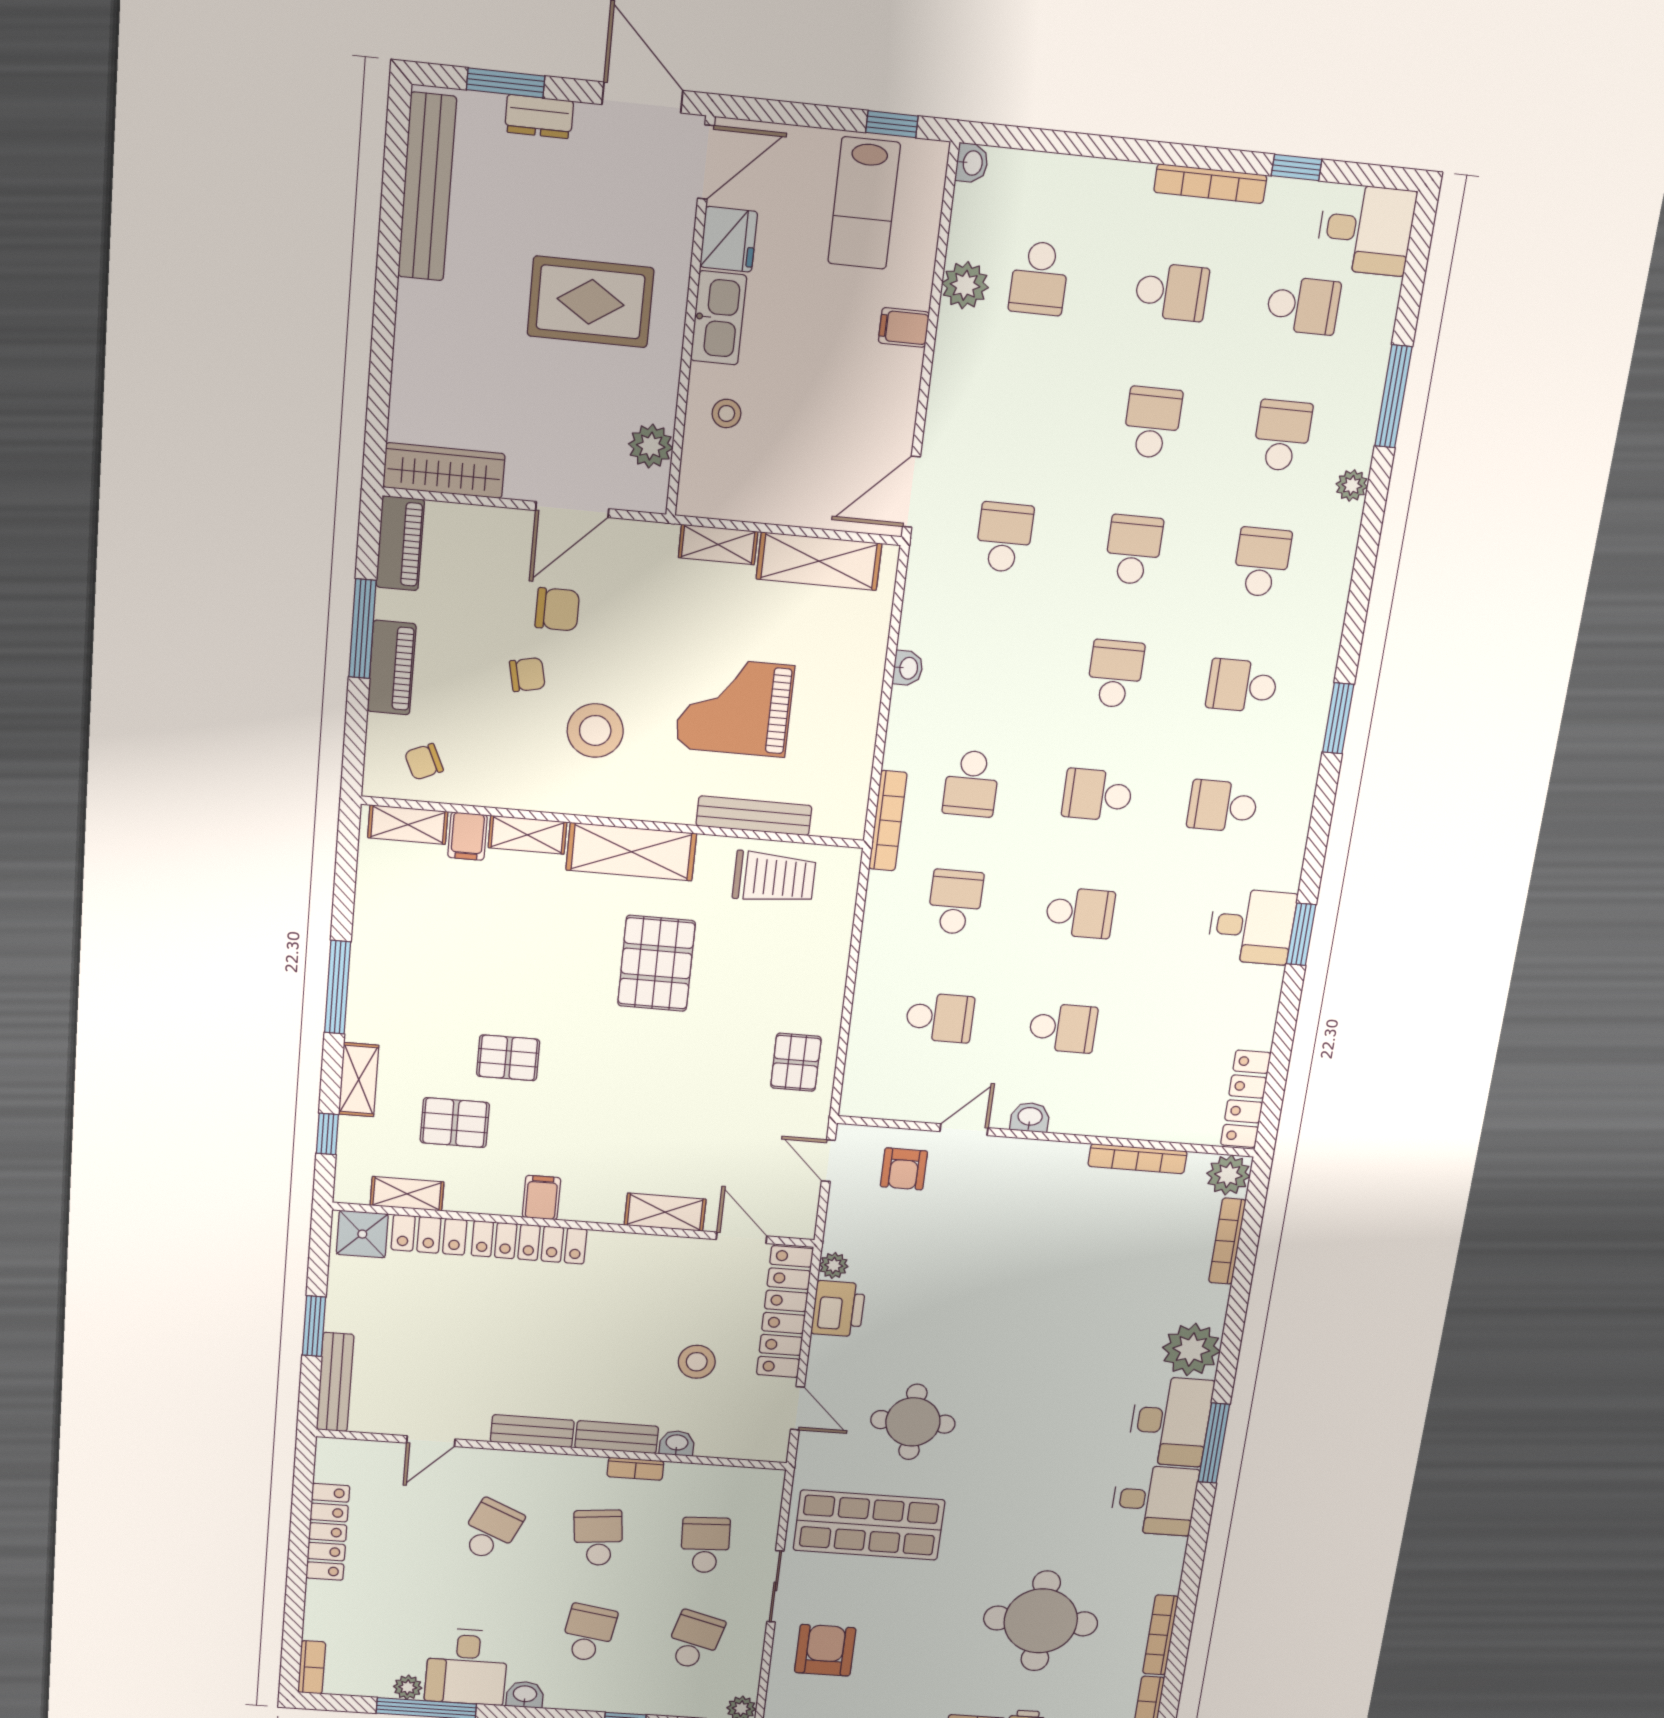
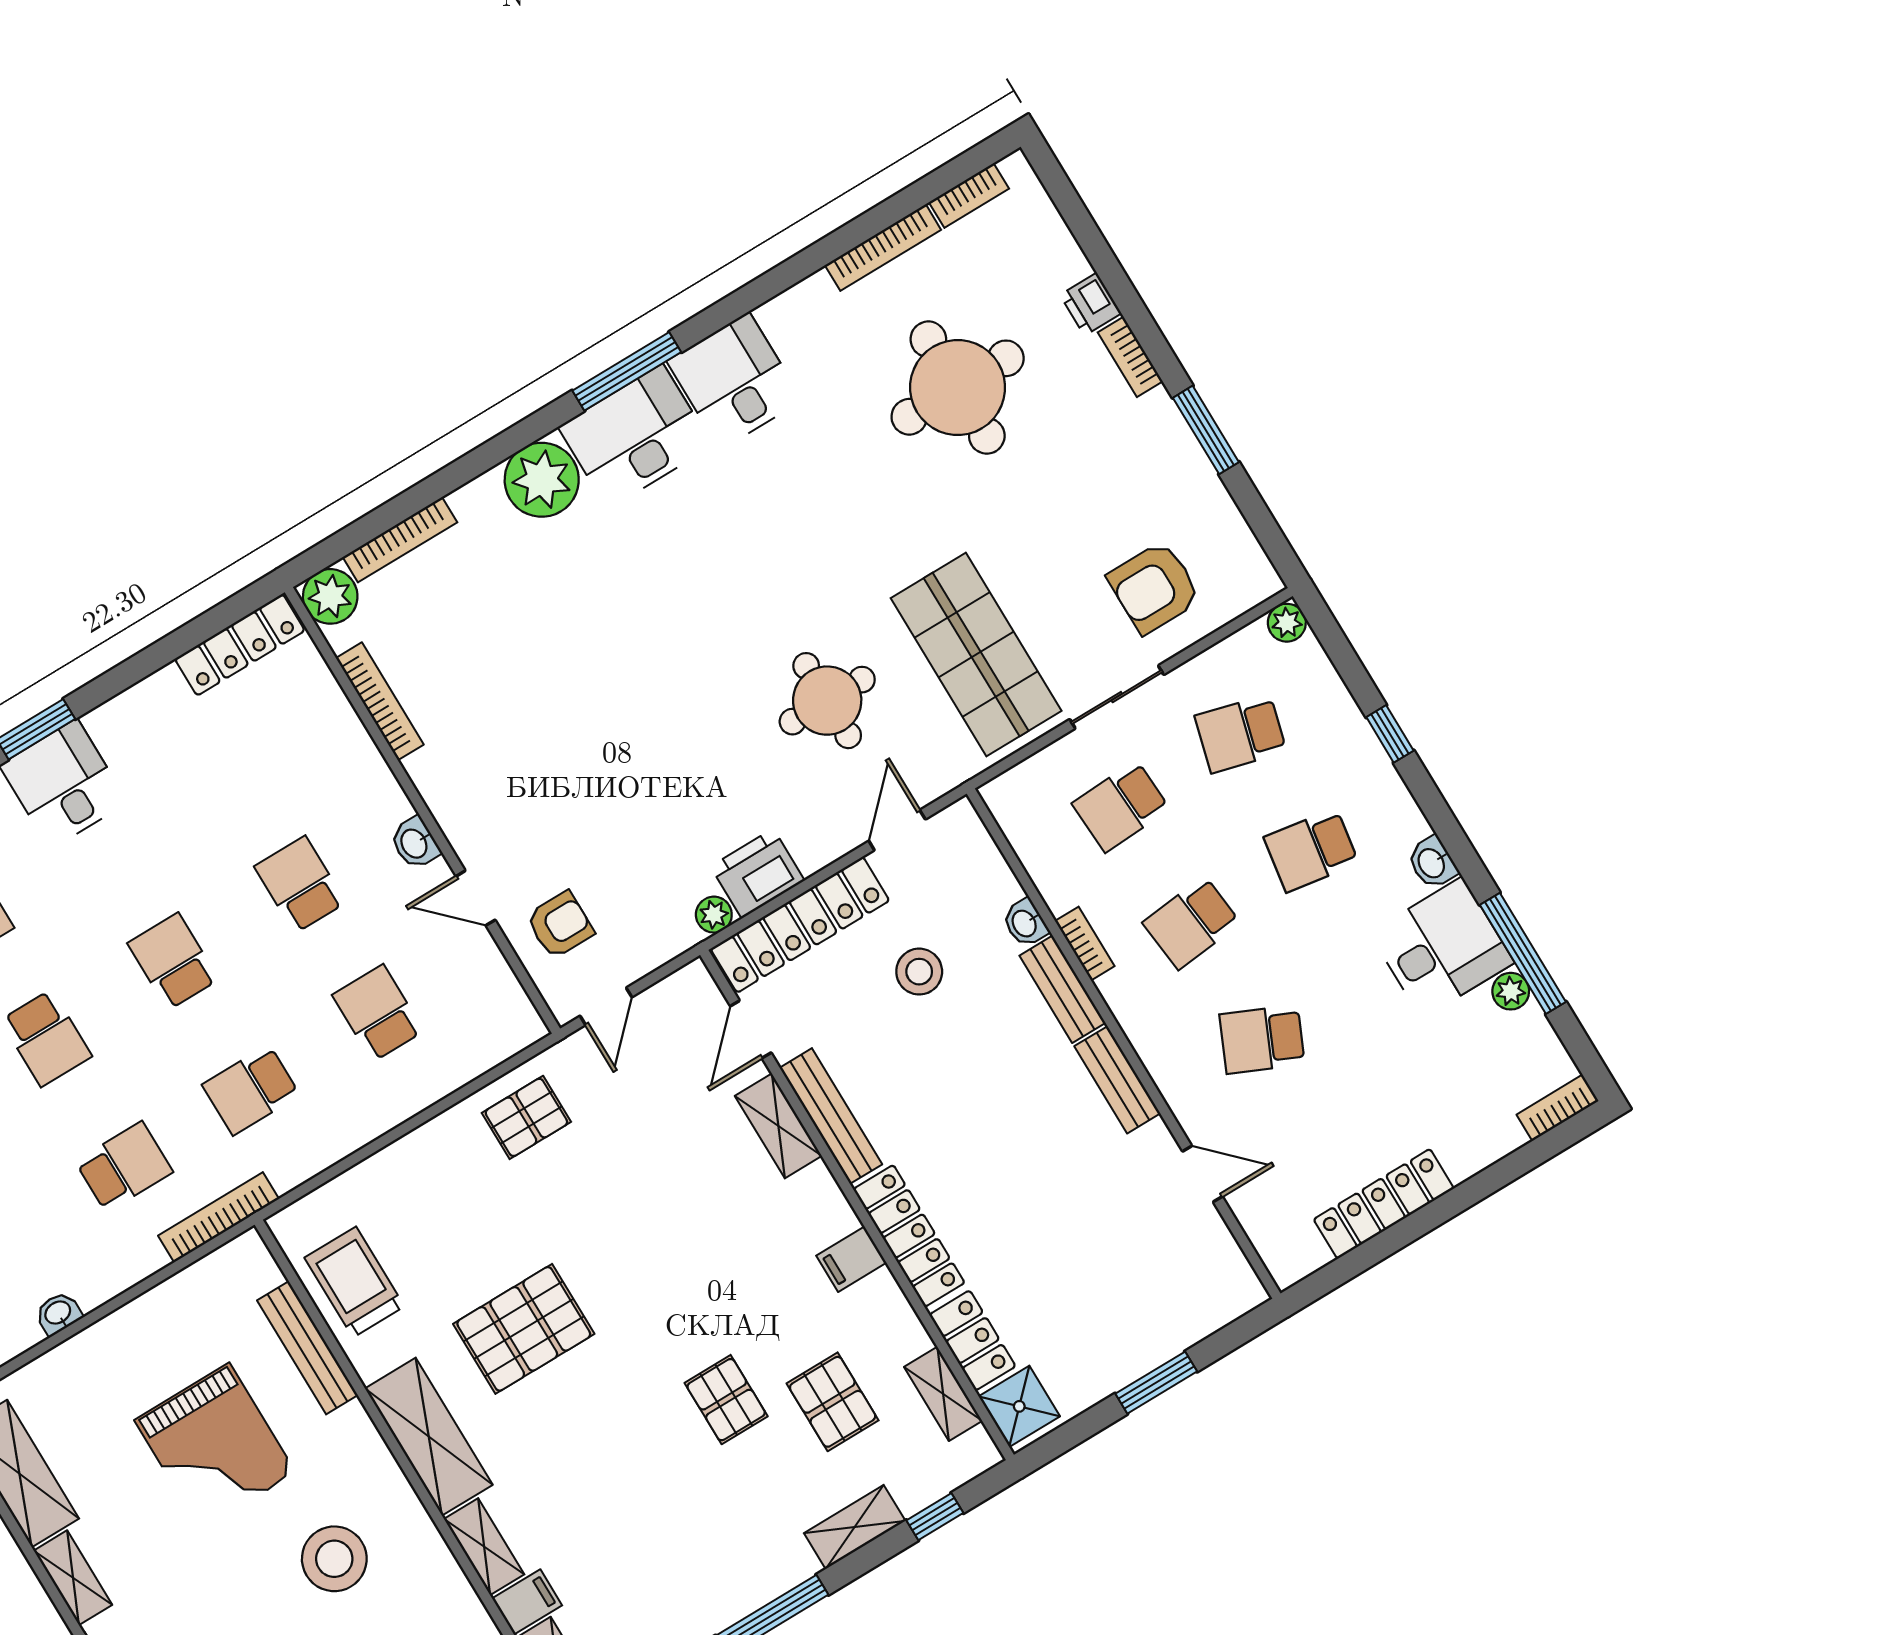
bench: (335, 1382) -> (831, 1116), moved, turned 90

